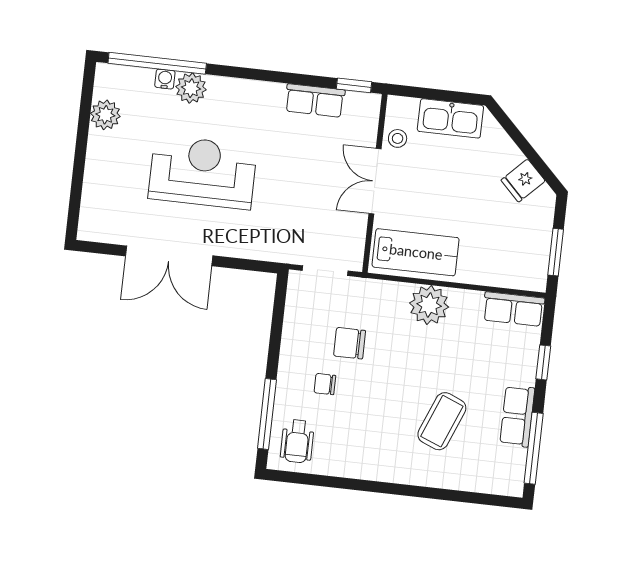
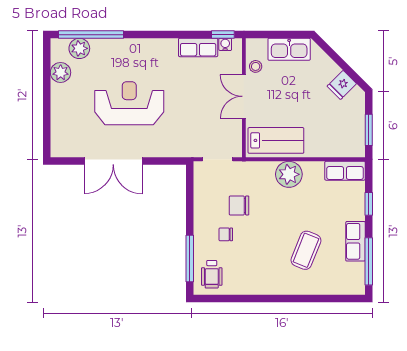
water cooler: (165, 79) -> (225, 44), moved
plant: (191, 88) -> (79, 48), moved

